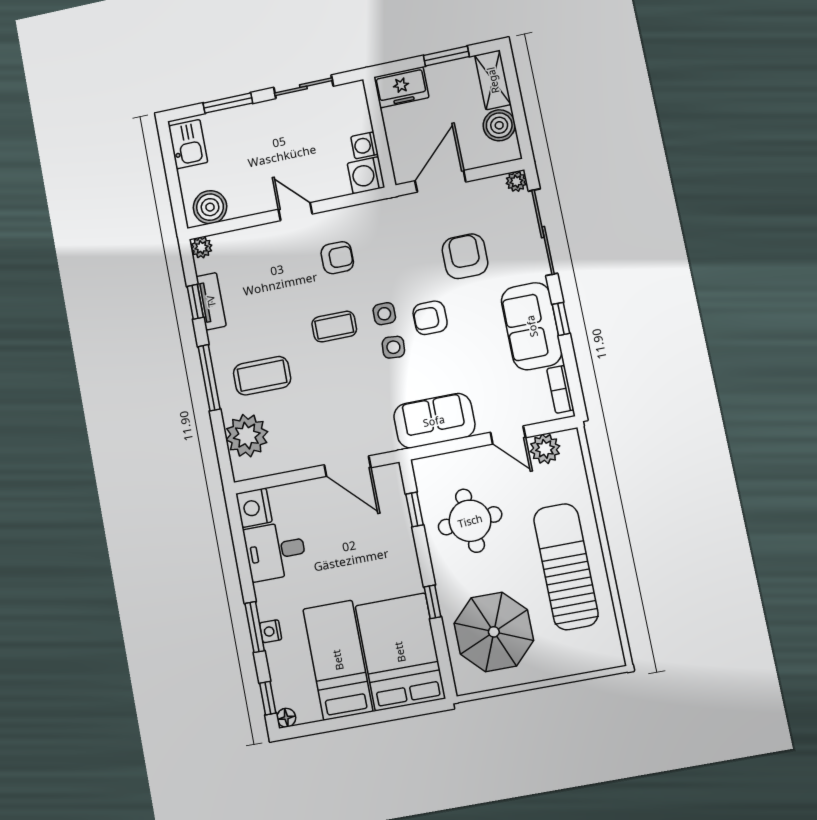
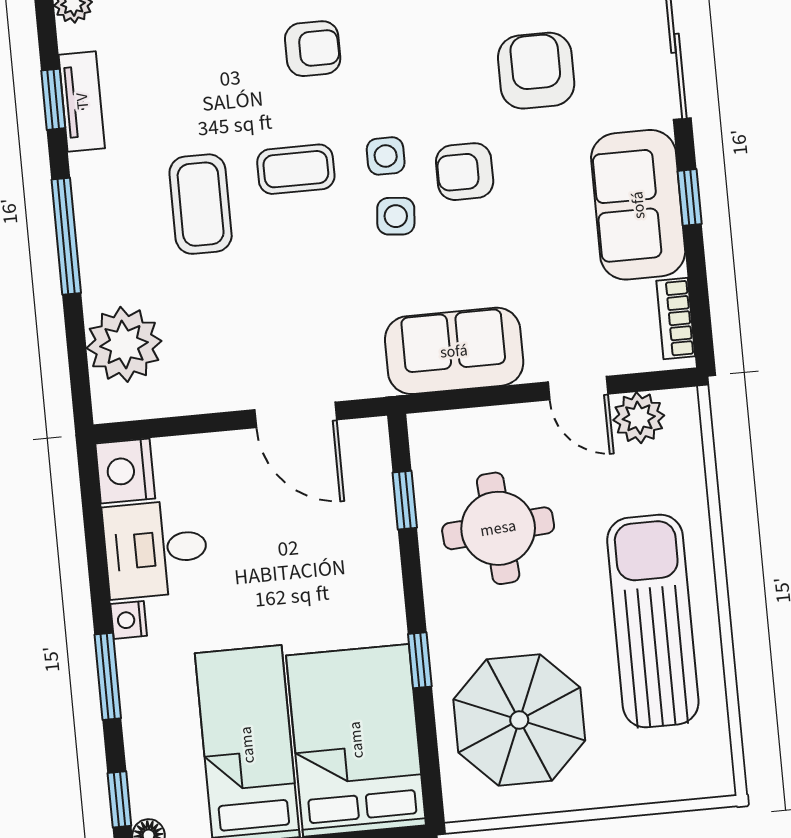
coffee table: (262, 376) -> (201, 204), moved, turned 90
nightstand: (271, 631) -> (129, 620), moved

